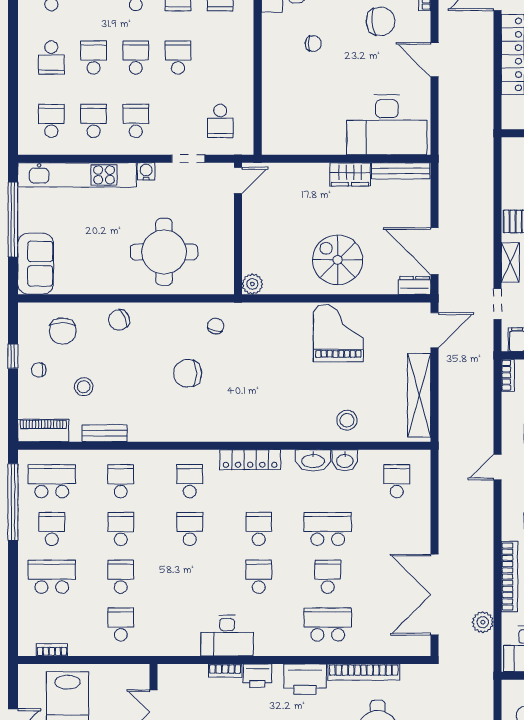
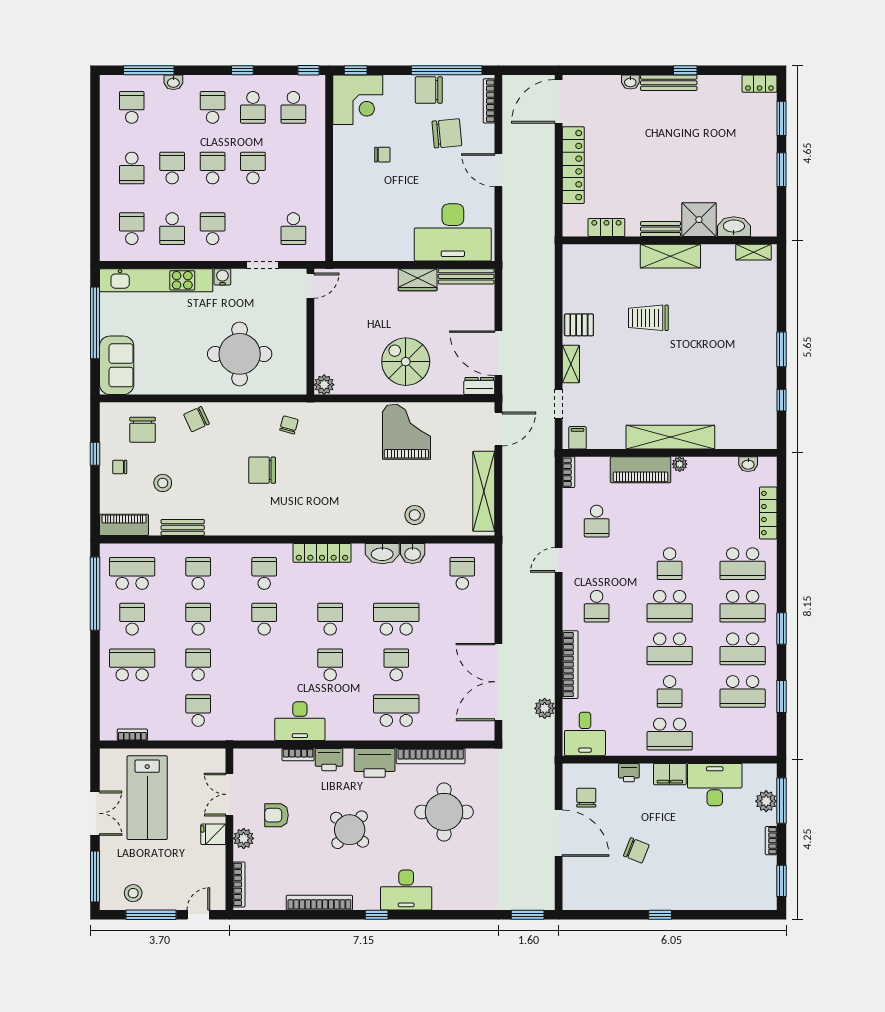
school desk: (94, 121) -> (172, 229), turned 180

